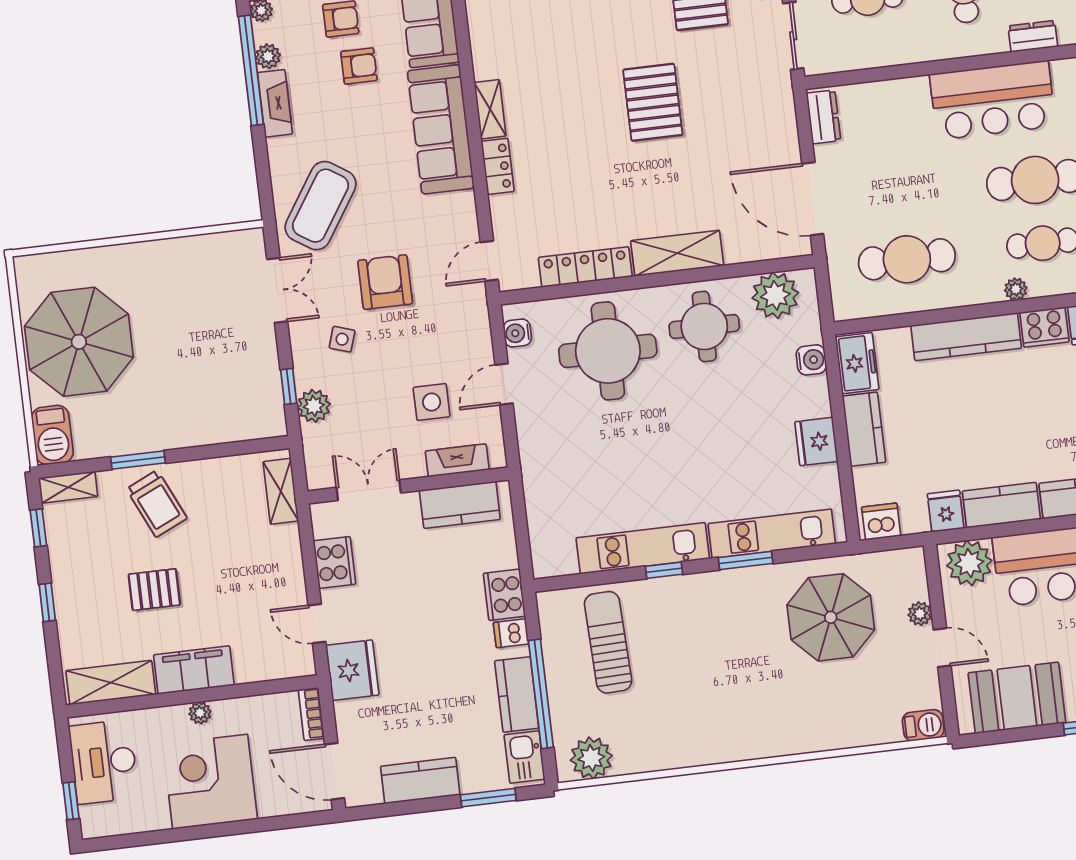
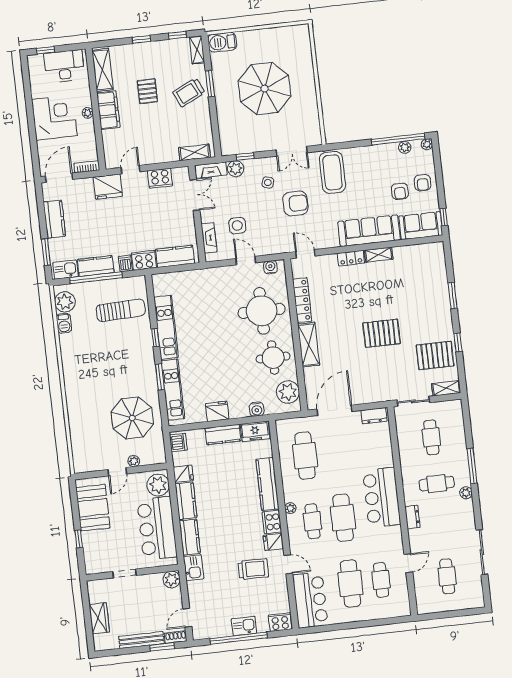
fireplace: (275, 103) -> (211, 170), moved
coffee table: (321, 206) -> (332, 172), turned 57
parasol: (79, 342) -> (265, 89), moved
kitchen counter: (460, 505) -> (175, 256), moved, turned 90
barbecue: (923, 725) -> (64, 323), moved

